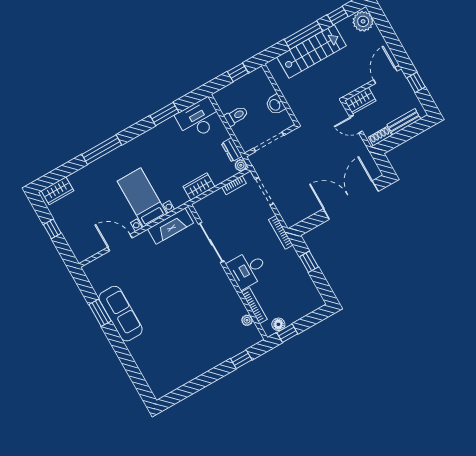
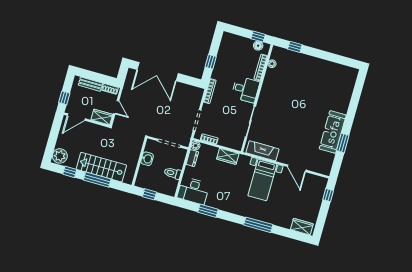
window: (52, 229) -> (328, 195), moved

